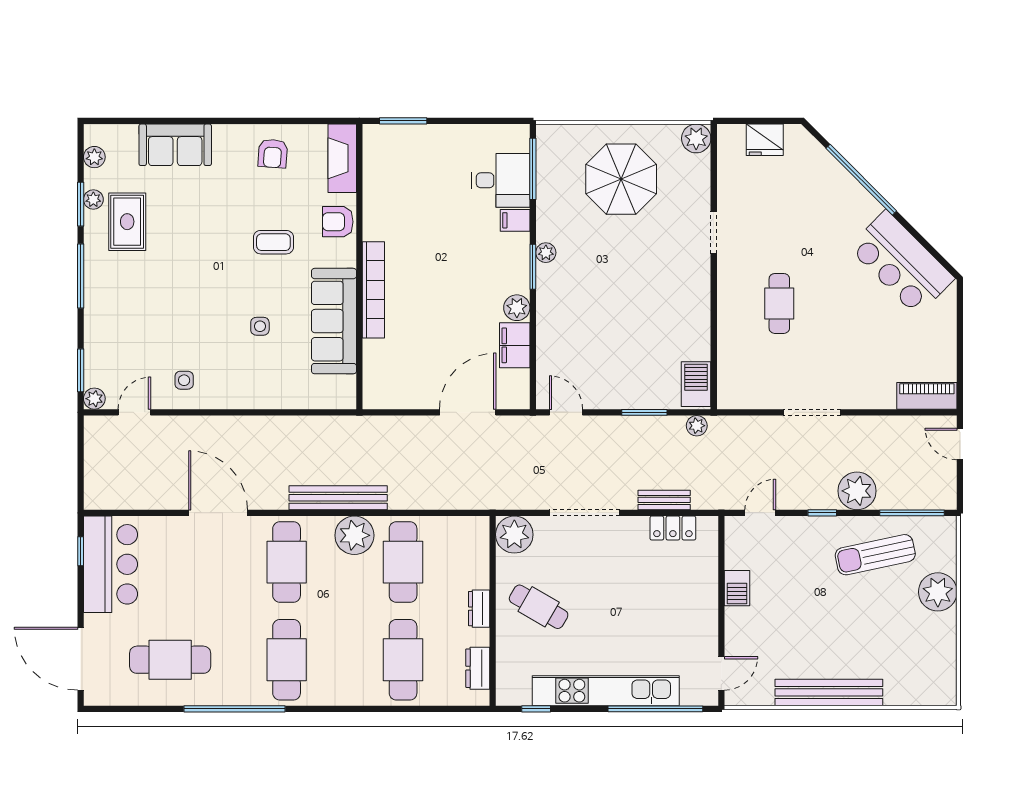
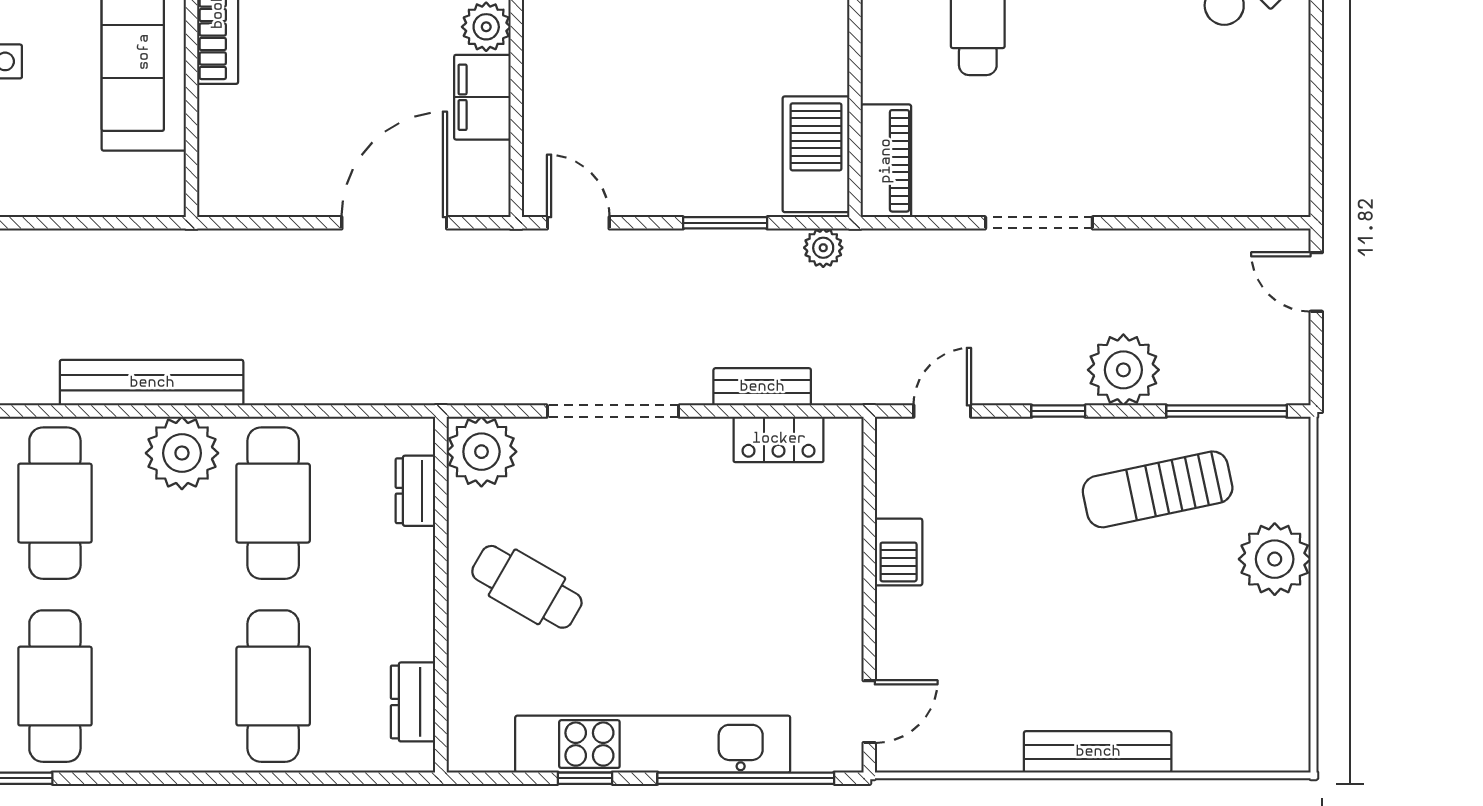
barbecue: (696, 384) -> (816, 154), width x1.37, depth x1.21
piano: (927, 396) -> (886, 161), moved, turned 90
dresser: (479, 609) -> (415, 491), moved
bench: (829, 692) -> (1098, 752), width x0.73, depth x0.82
window: (536, 709) -> (585, 778), moved

